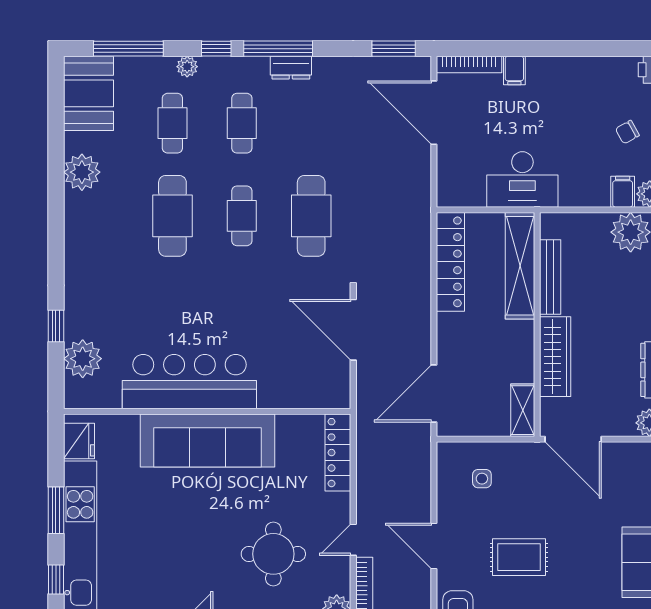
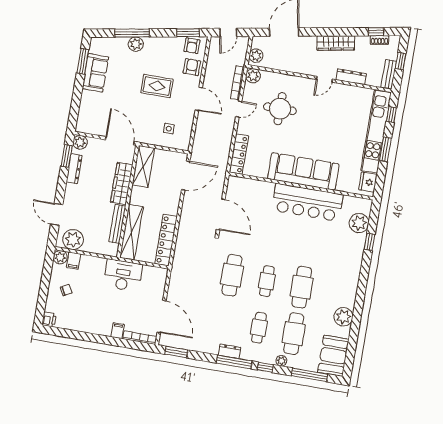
cafe table: (172, 123) -> (294, 334), width x1.37, depth x1.35
shelving: (523, 410) -> (143, 166), width x1.50, depth x1.33

